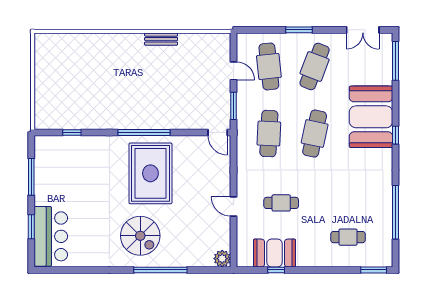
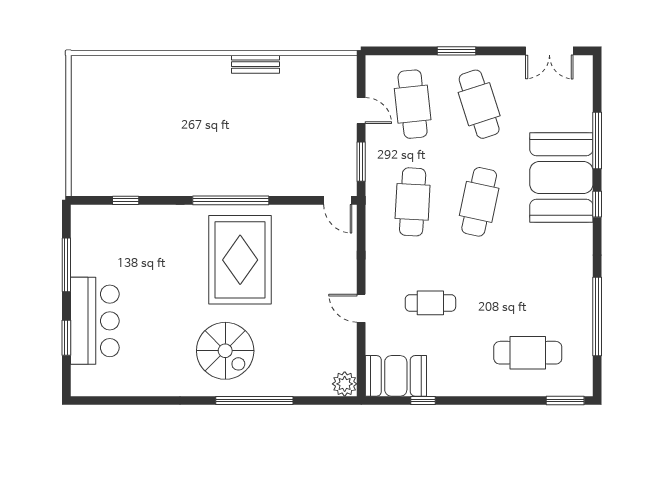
window: (396, 61) -> (597, 140), moved
cafe table: (315, 66) -> (479, 104), turned -39
bar counter: (51, 236) -> (95, 321), moved
cafe table: (348, 237) -> (528, 353), width x1.37, depth x1.35
booth: (274, 253) -> (396, 376), moved

